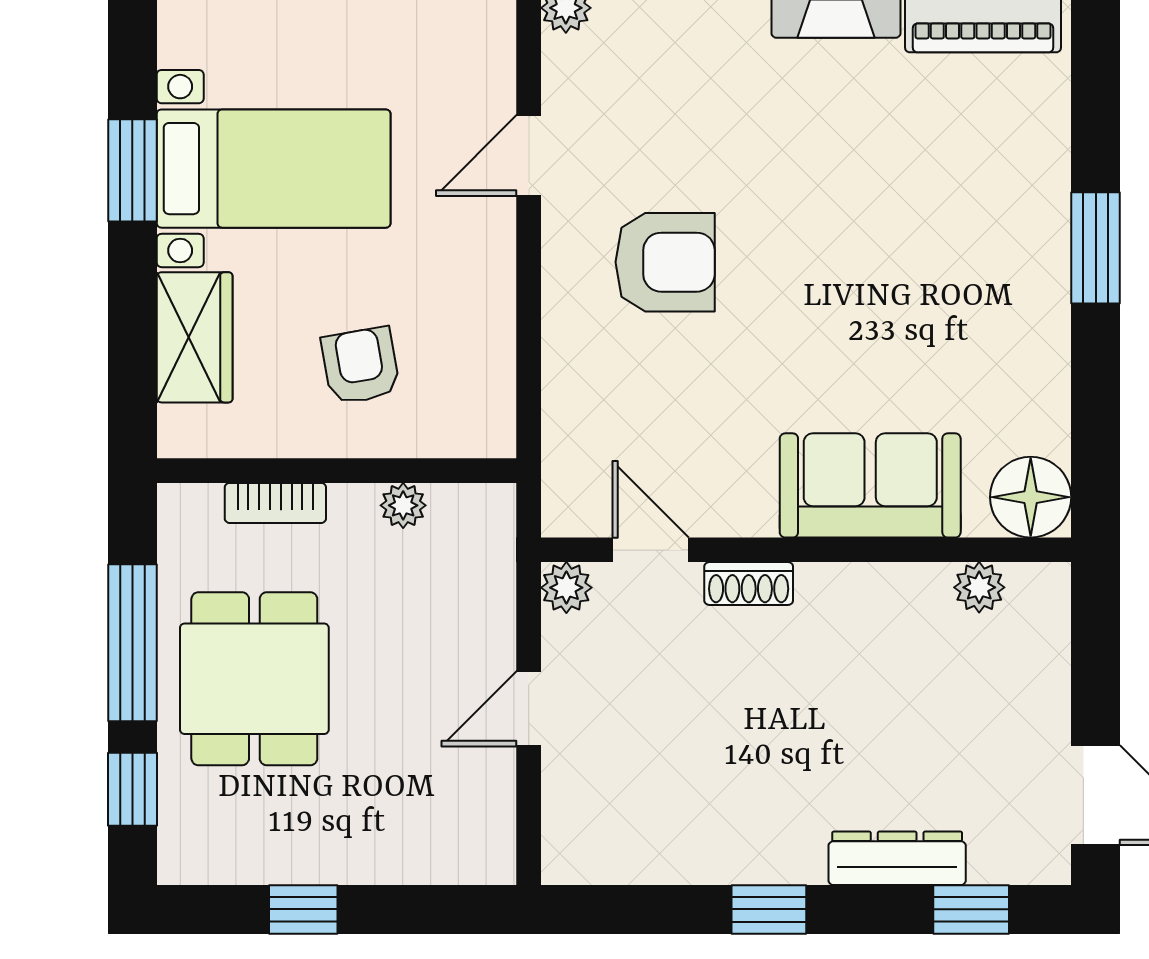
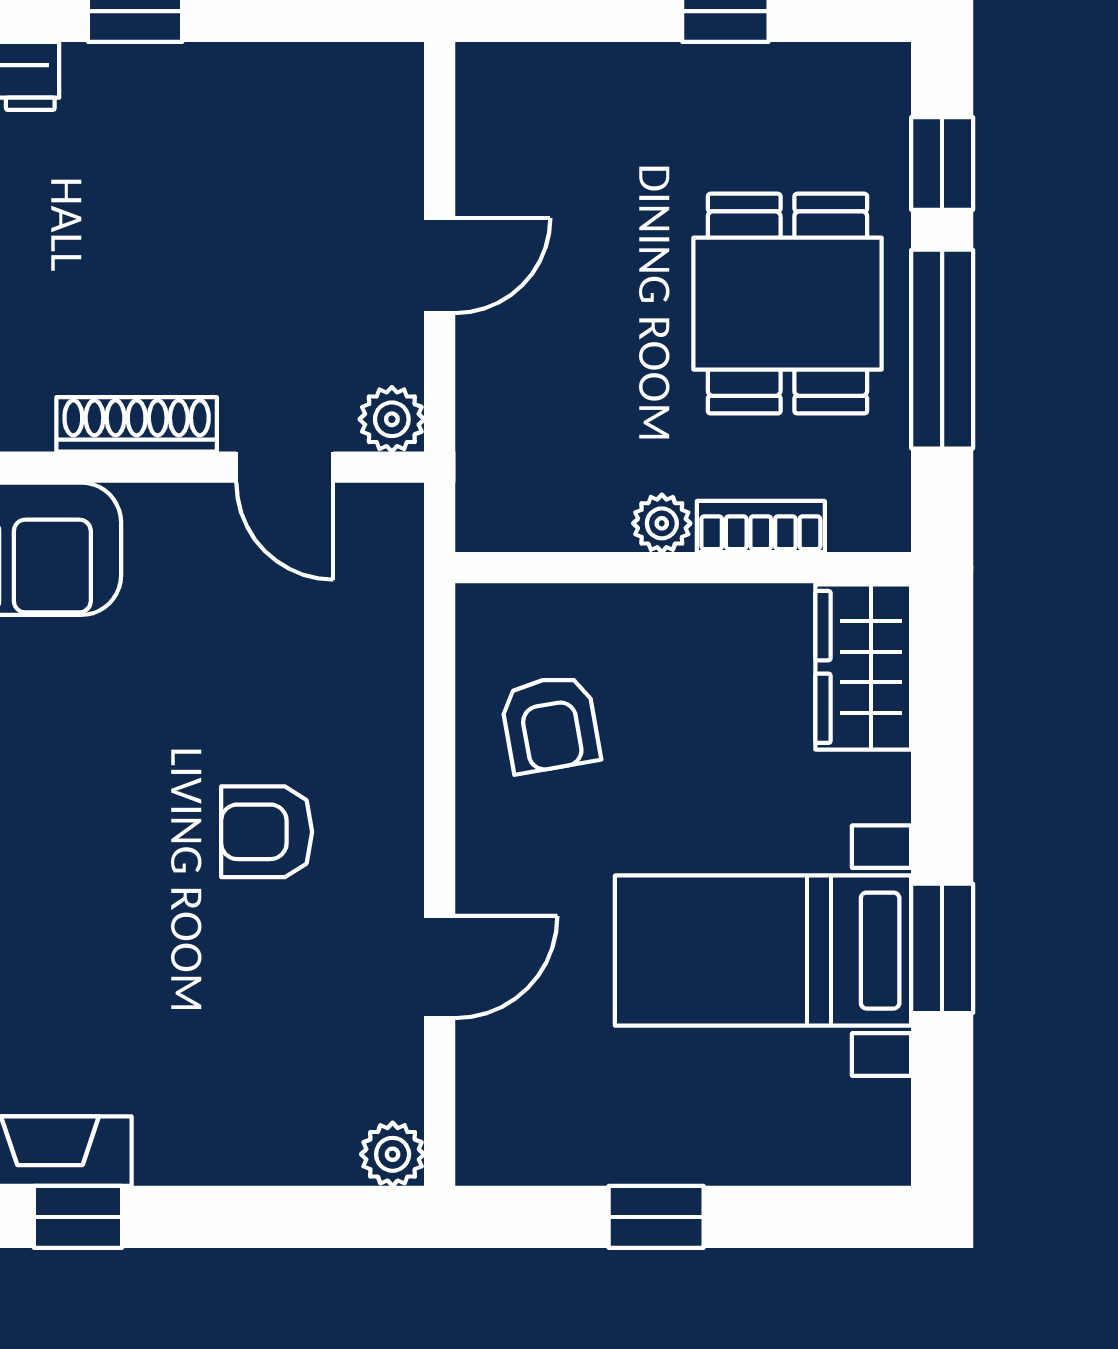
armchair: (665, 262) -> (267, 832), width x0.72, depth x0.72
wardrobe: (195, 337) -> (863, 667), moved
armchair: (361, 366) -> (550, 724), moved
plant: (403, 505) -> (662, 523), moved
shoe rack: (749, 584) -> (137, 424), width x1.43

